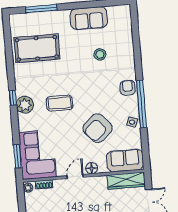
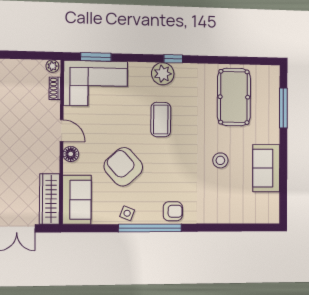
stool: (100, 54) -> (220, 160), moved

